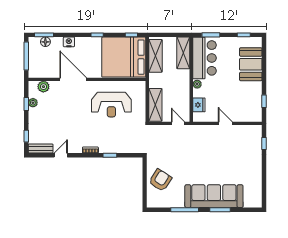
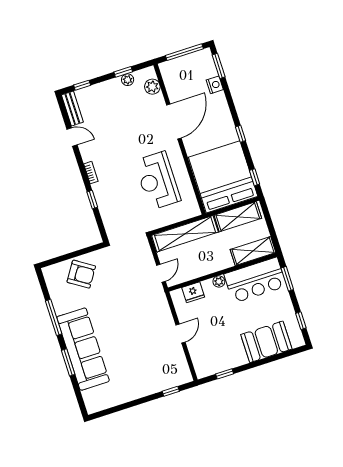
floor lamp: (45, 42) -> (210, 71), removed
nightstand: (69, 42) -> (215, 85), moved
shelving: (155, 105) -> (185, 234), width x1.47

